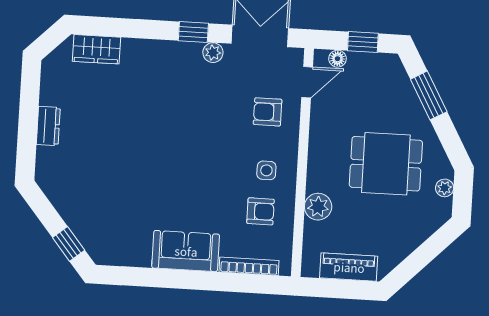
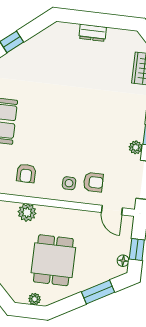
floor lamp: (337, 59) -> (123, 261), moved
armchair: (268, 112) -> (93, 182), turned 90
side table: (266, 170) -> (69, 183), moved

